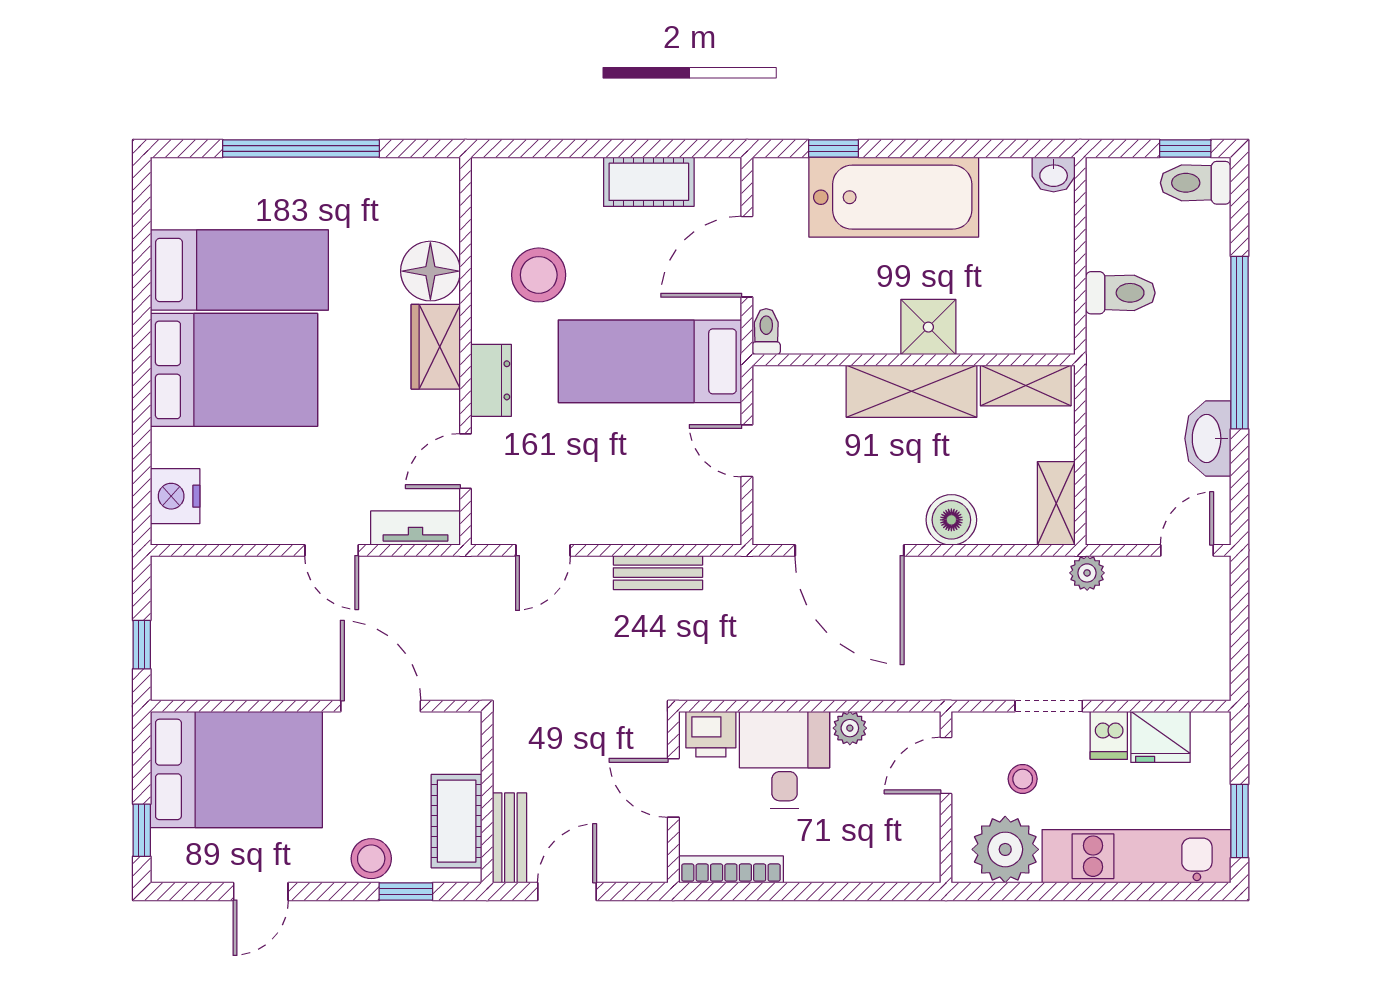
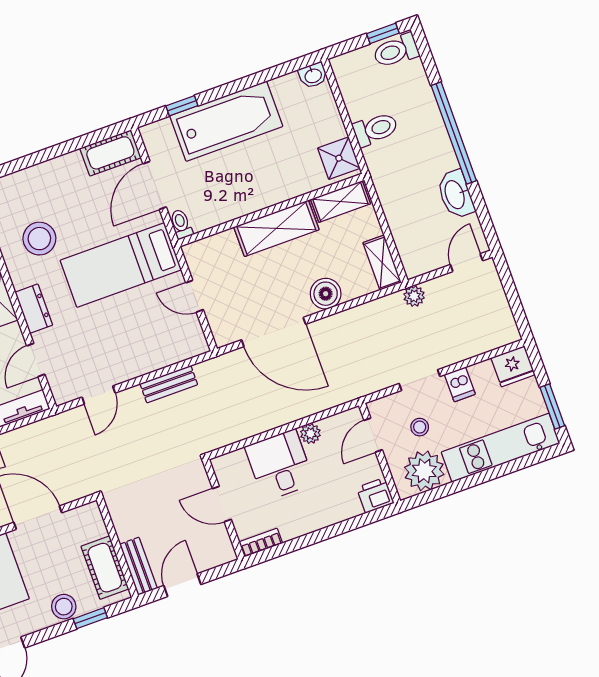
cot: (649, 182) -> (110, 153), moved
shower: (928, 327) -> (339, 158), moved
printer: (711, 734) -> (375, 495), moved, turned 180
fridge: (1161, 737) -> (513, 366), moved
bookcase: (731, 869) -> (261, 543), width x0.64

